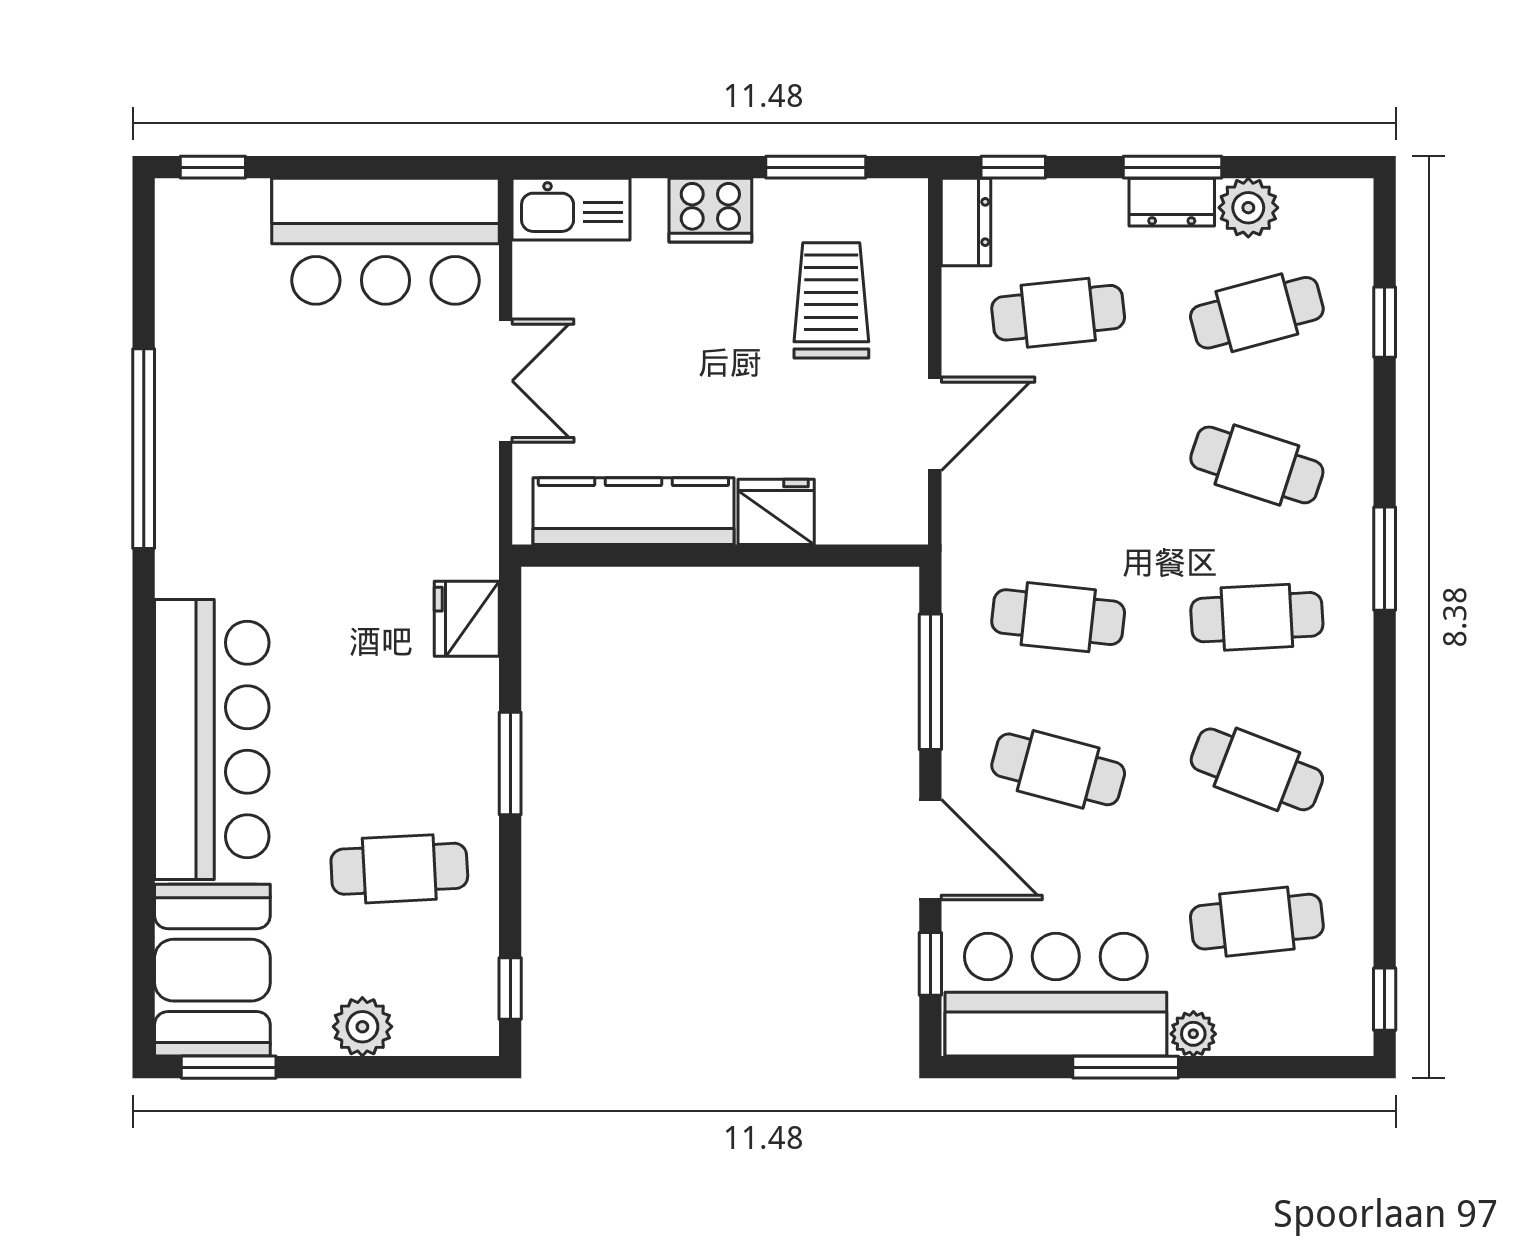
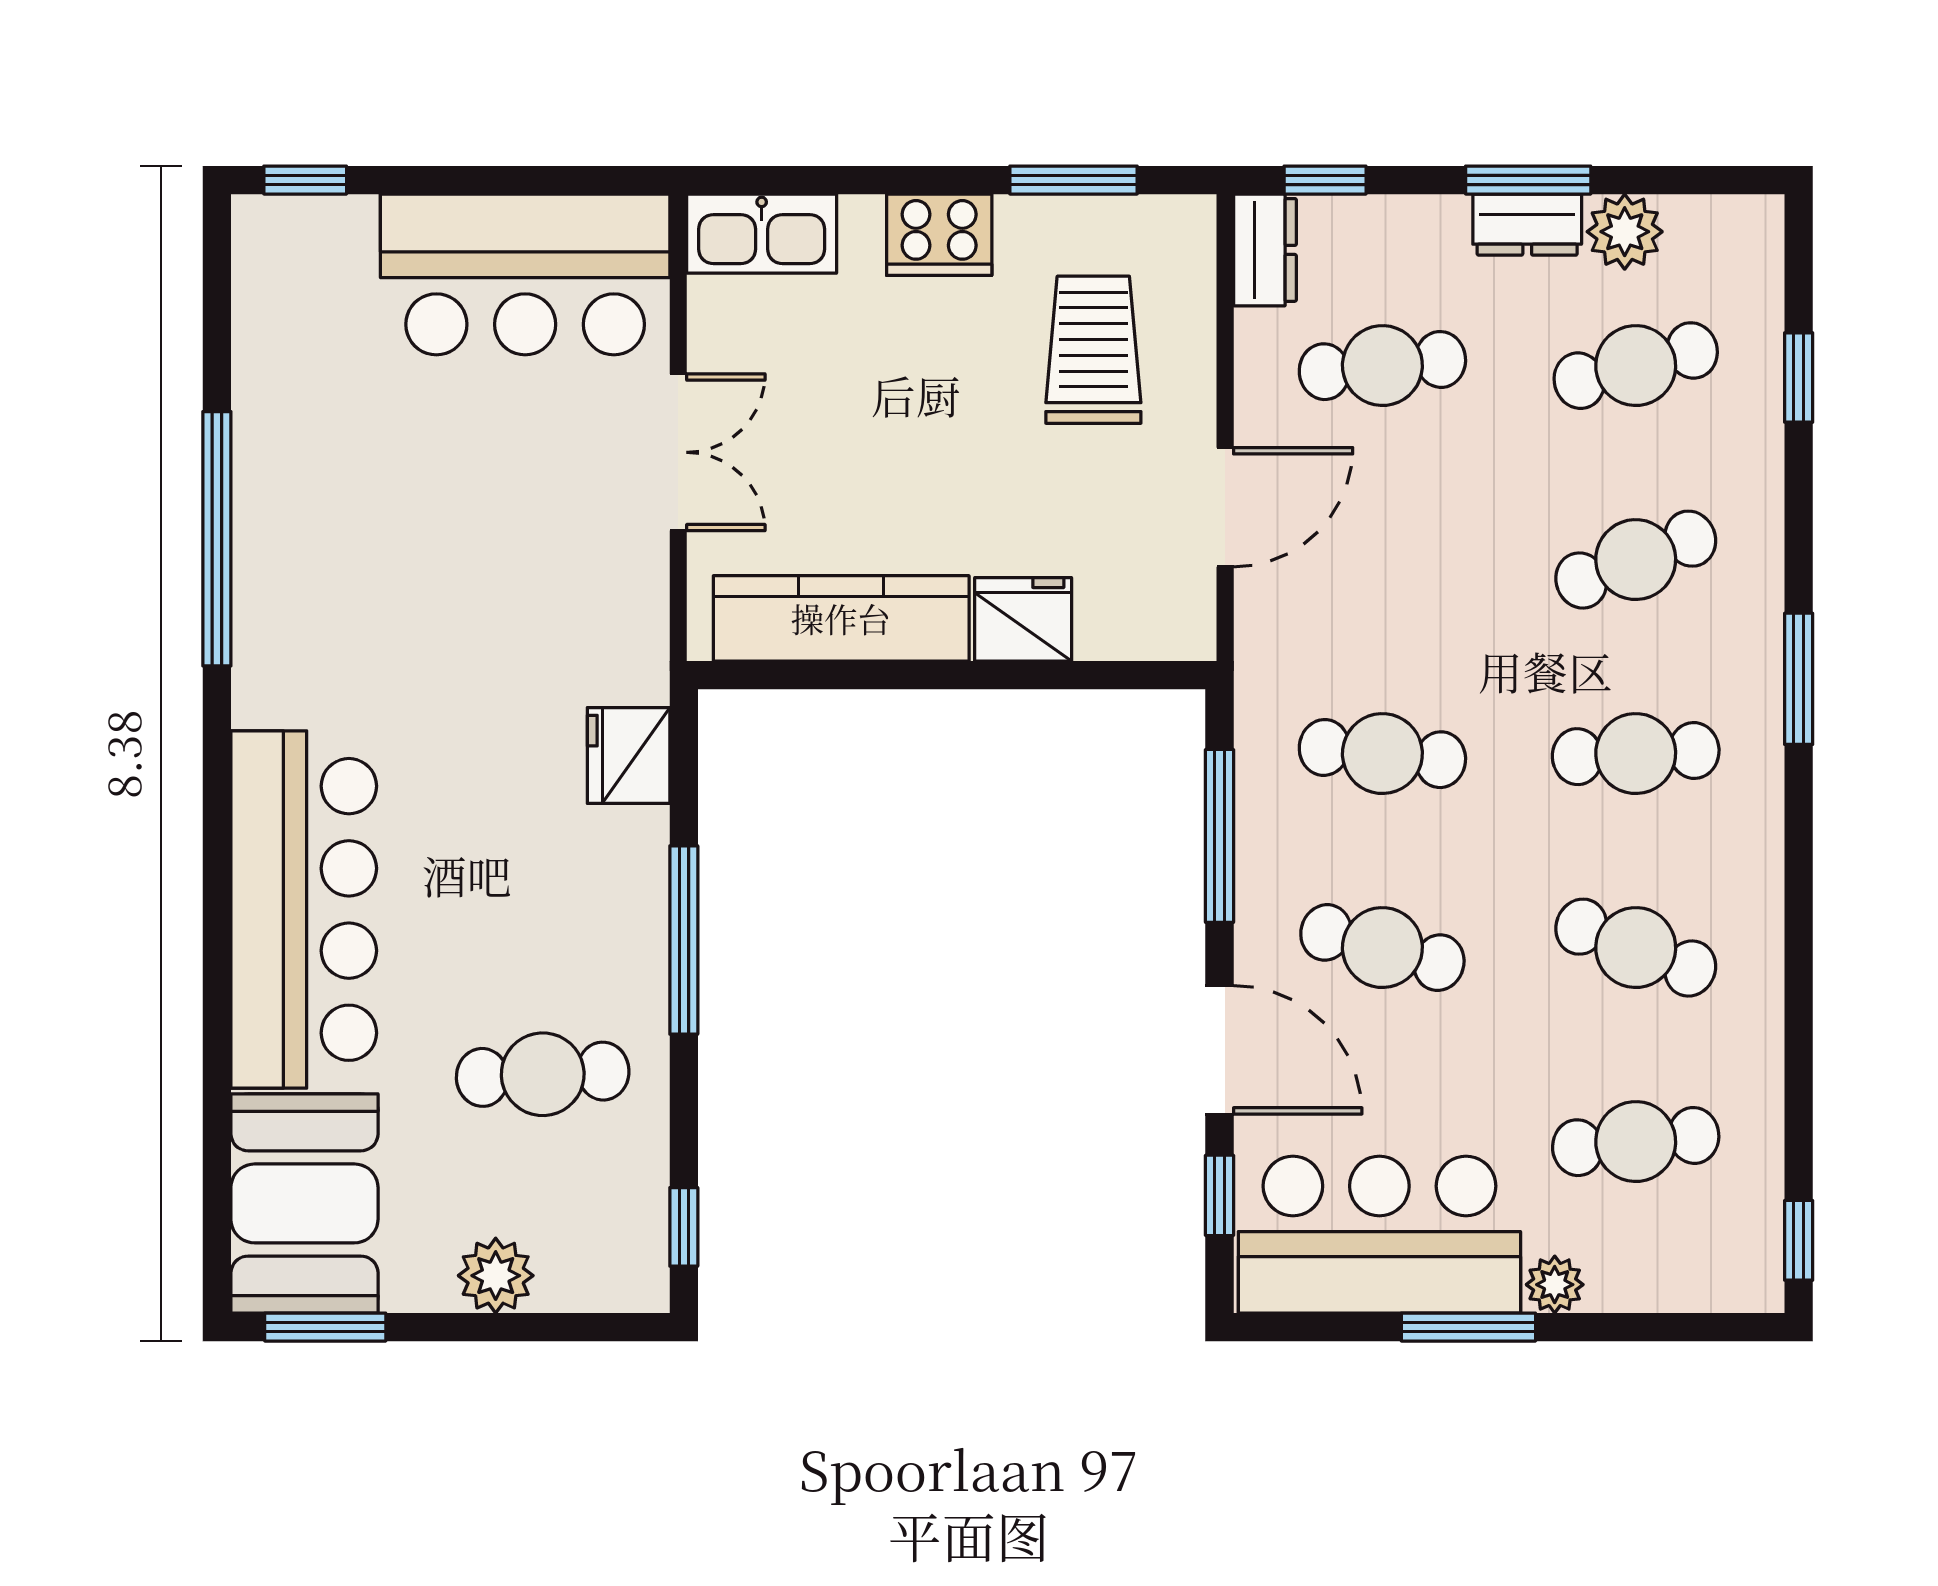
cafe table: (1257, 465) -> (1636, 560), turned -39
window: (510, 763) -> (684, 940), width x1.44

